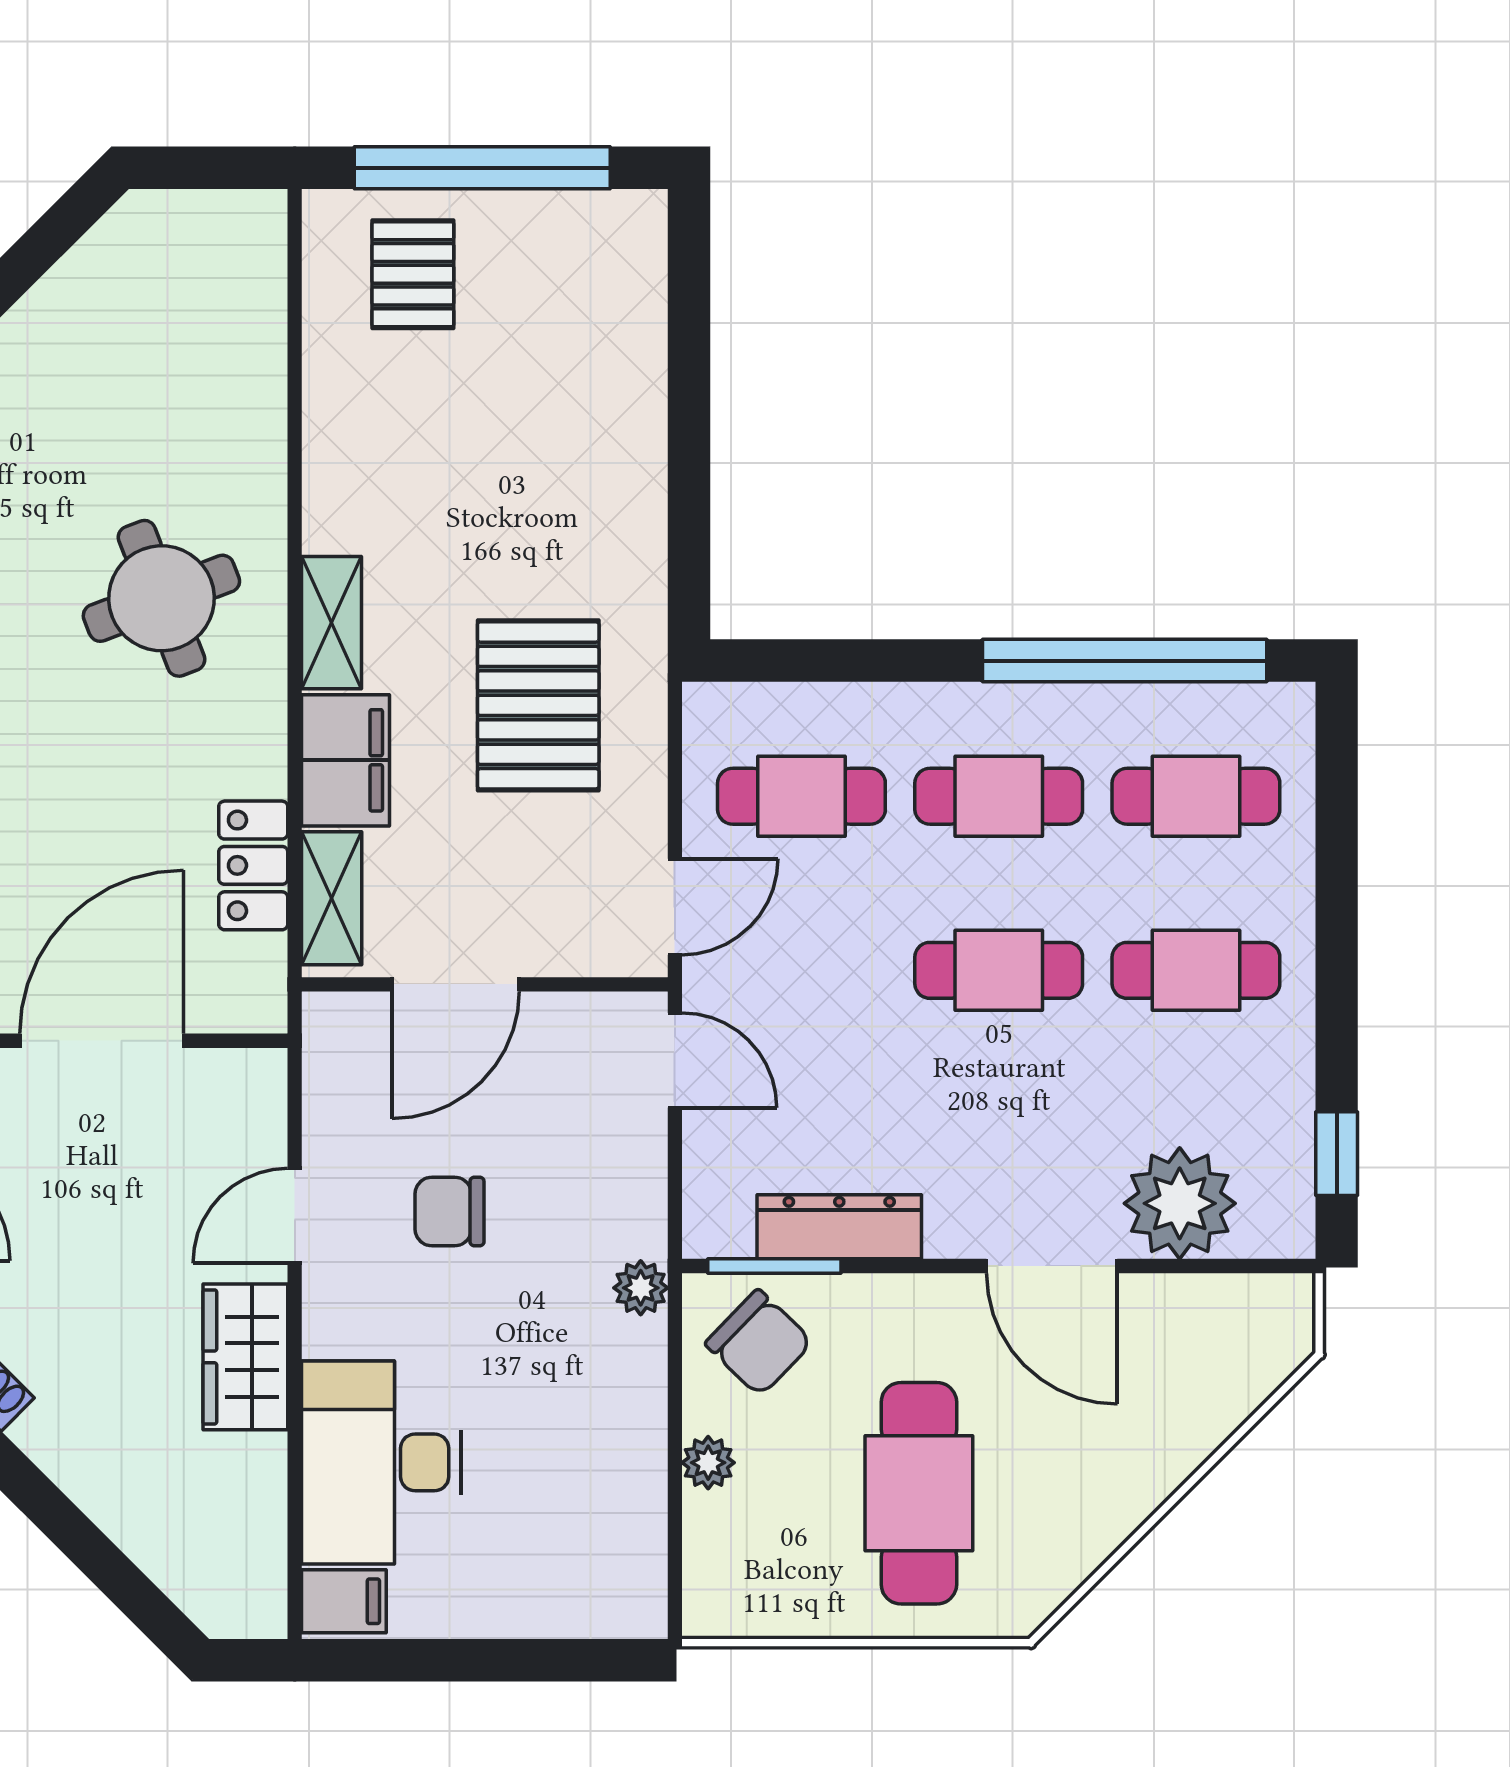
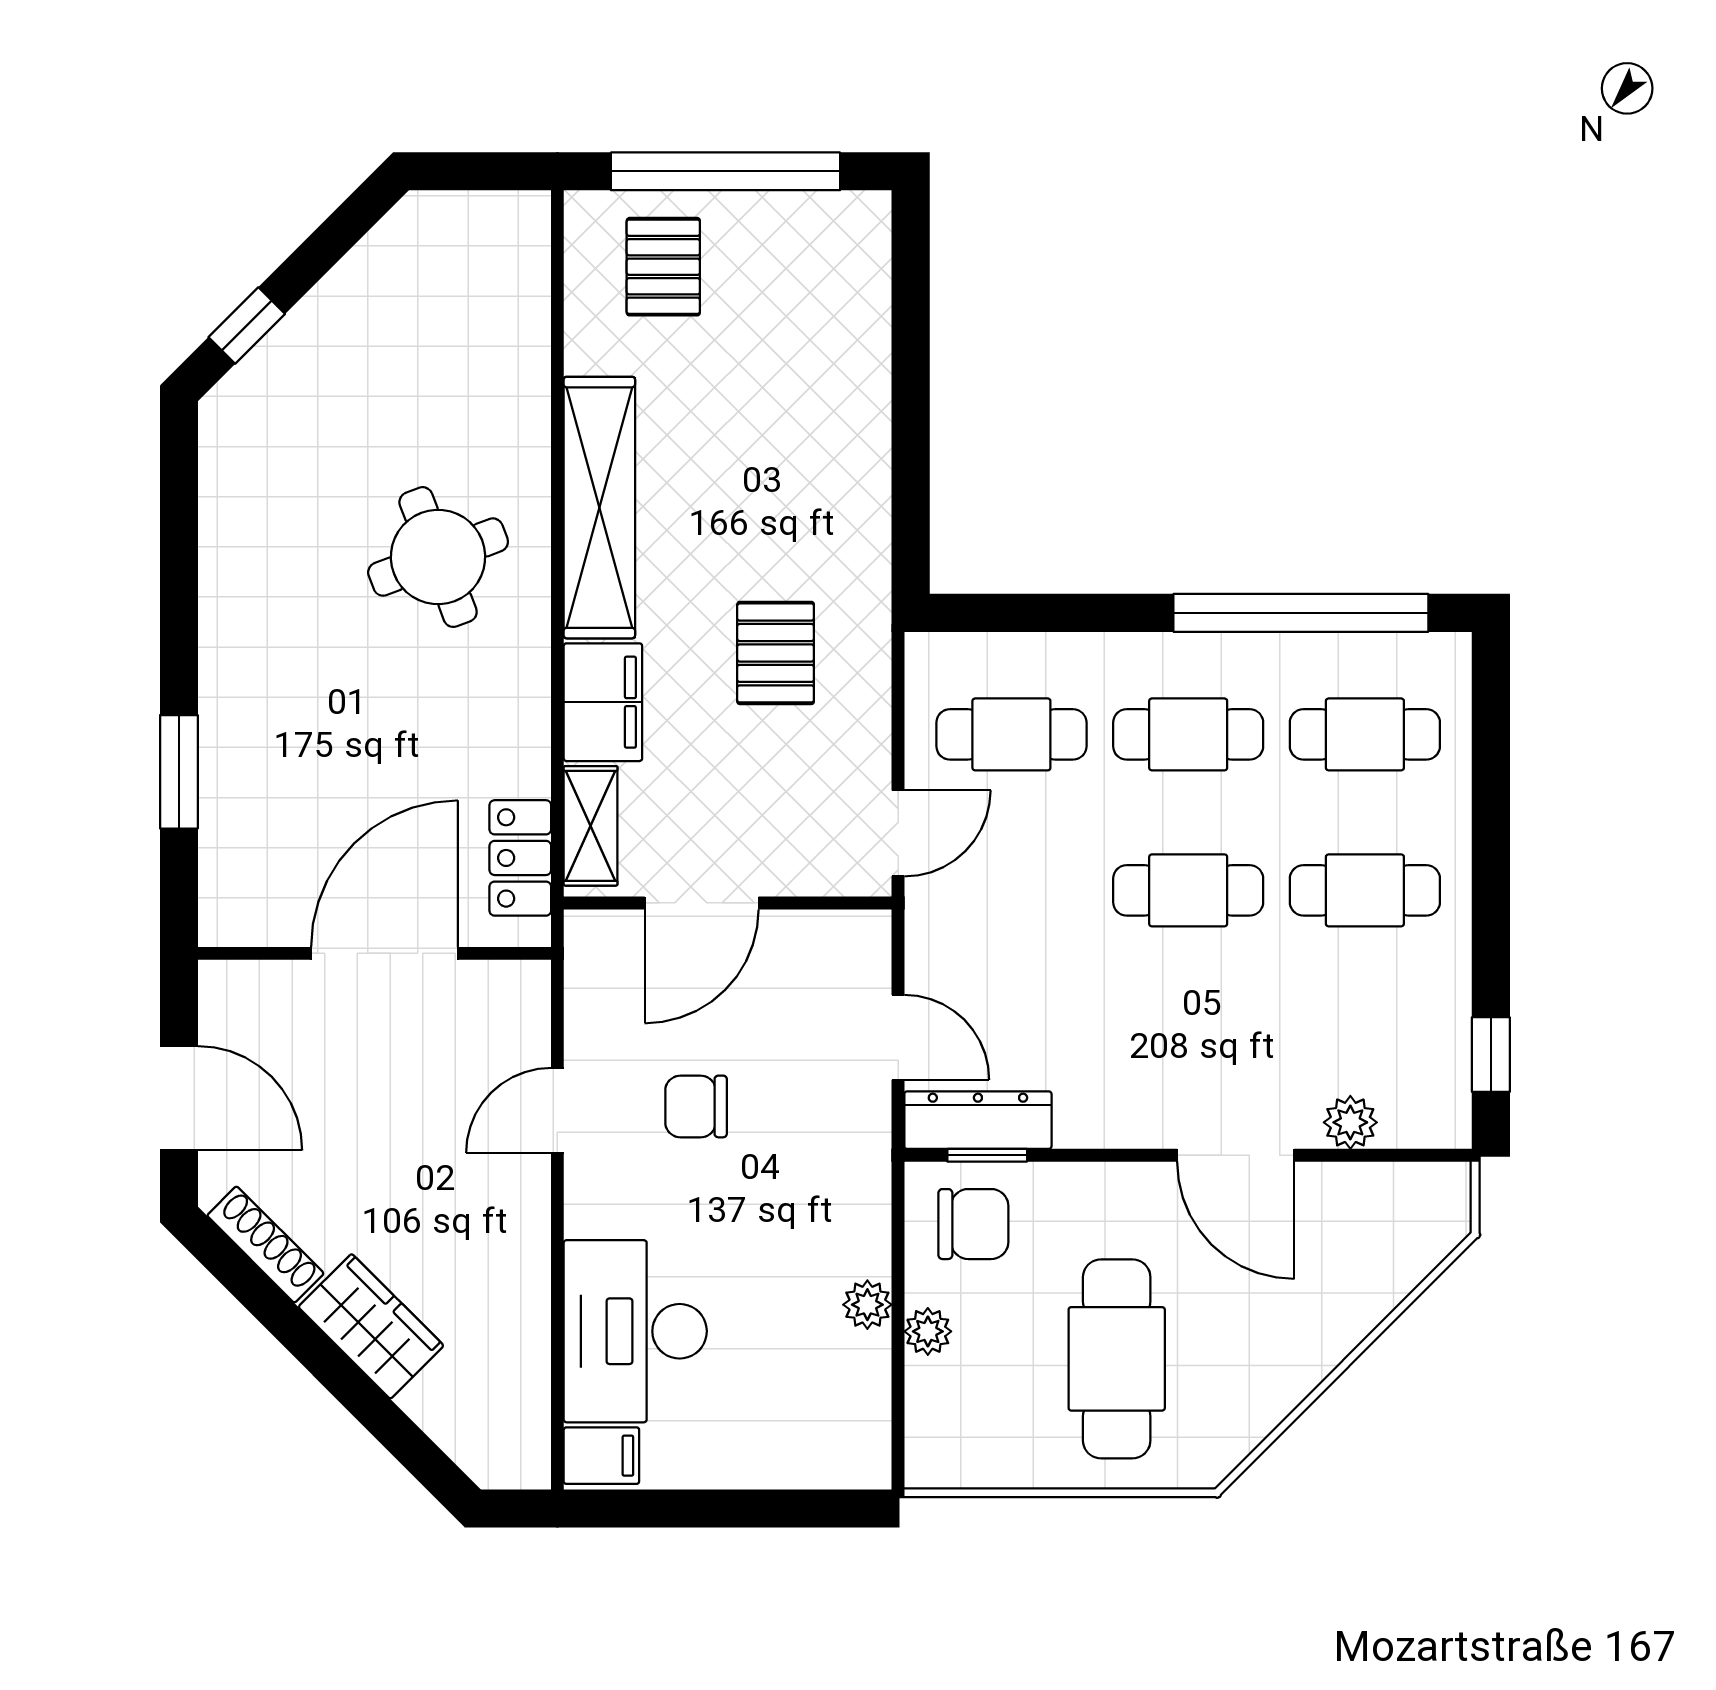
shelving: (332, 623) -> (599, 508), width x2.20, depth x1.33
pallet: (538, 705) -> (776, 653), width x0.67, depth x0.71
locker: (253, 865) -> (520, 858), moved
door: (675, 1060) -> (898, 1037), moved
plant: (1180, 1203) -> (1350, 1122), width x0.53, depth x0.53
dresser: (839, 1227) -> (978, 1120), moved
window: (774, 1266) -> (987, 1155), width x0.67
plant: (641, 1288) -> (867, 1305), moved
chair: (759, 1343) -> (973, 1224), turned -44
wardrobe: (245, 1357) -> (371, 1326), moved, turned 135

